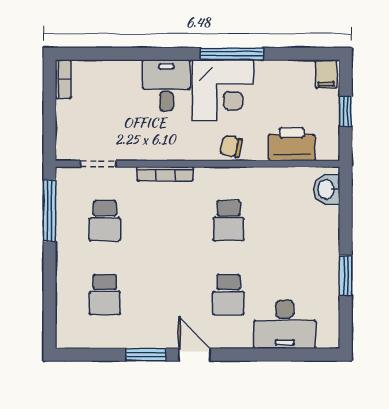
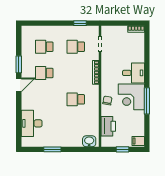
window: (50, 211) -> (80, 23), width x0.46
school desk: (228, 295) -> (44, 73), moved

